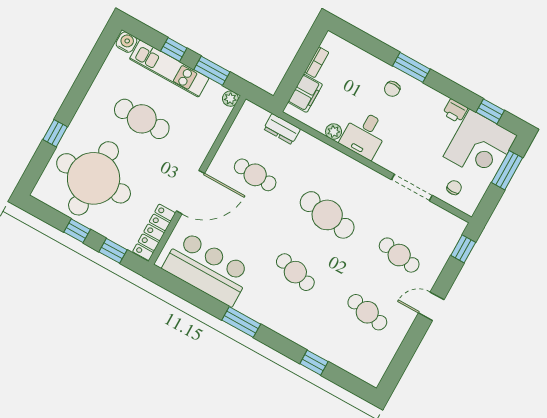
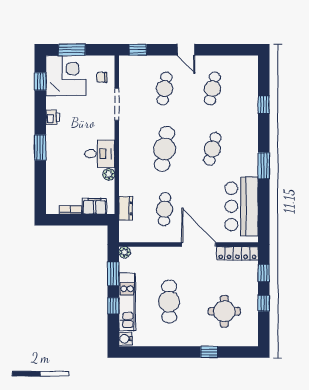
chair: (392, 89) -> (61, 152), removed
printer: (455, 111) -> (52, 117), moved
round table: (94, 178) -> (224, 311), width x0.54, depth x0.54

